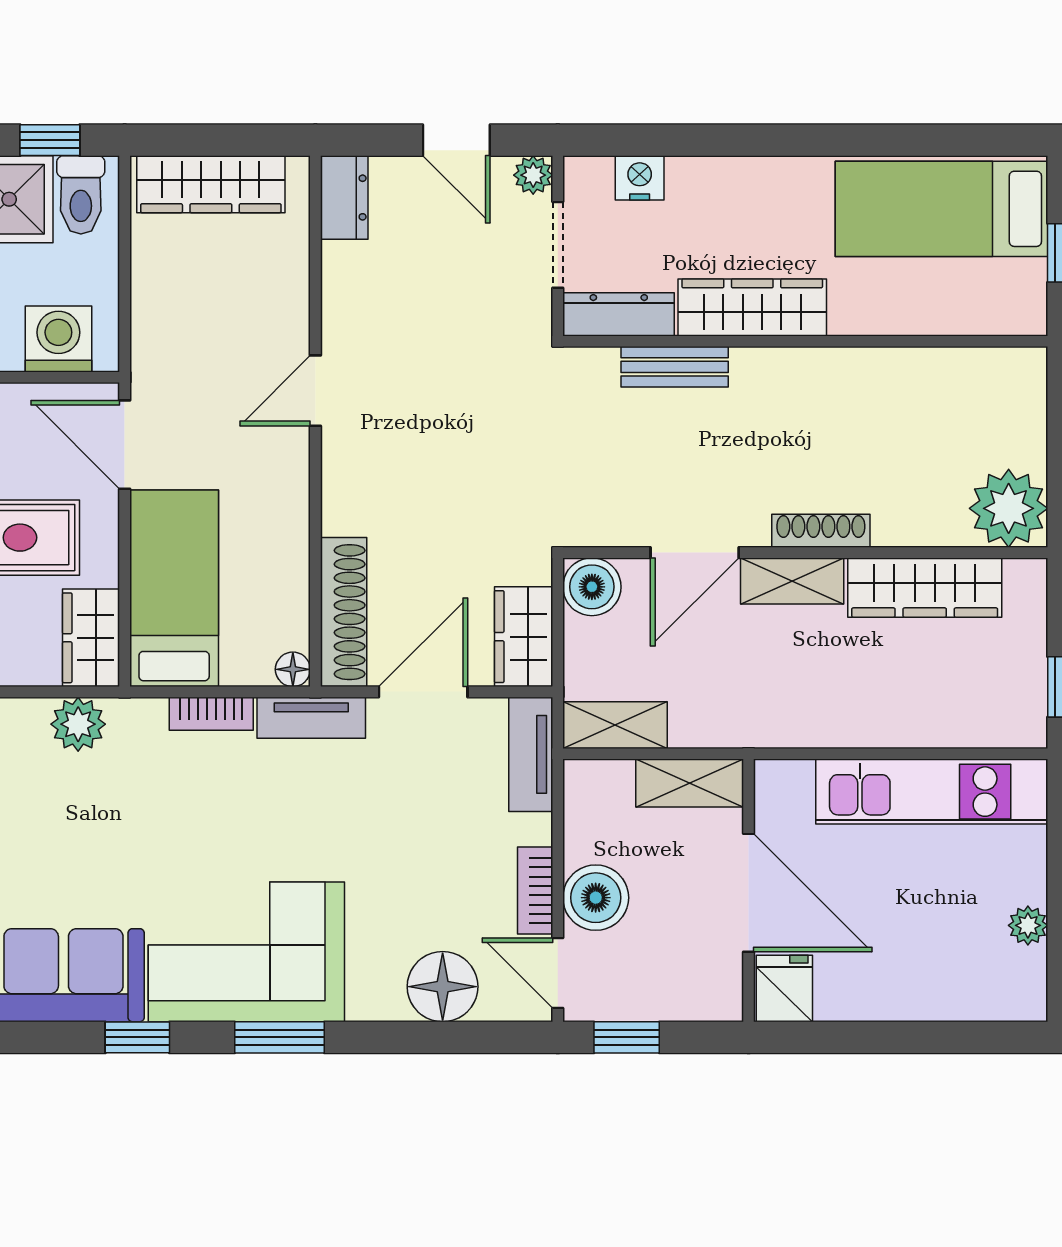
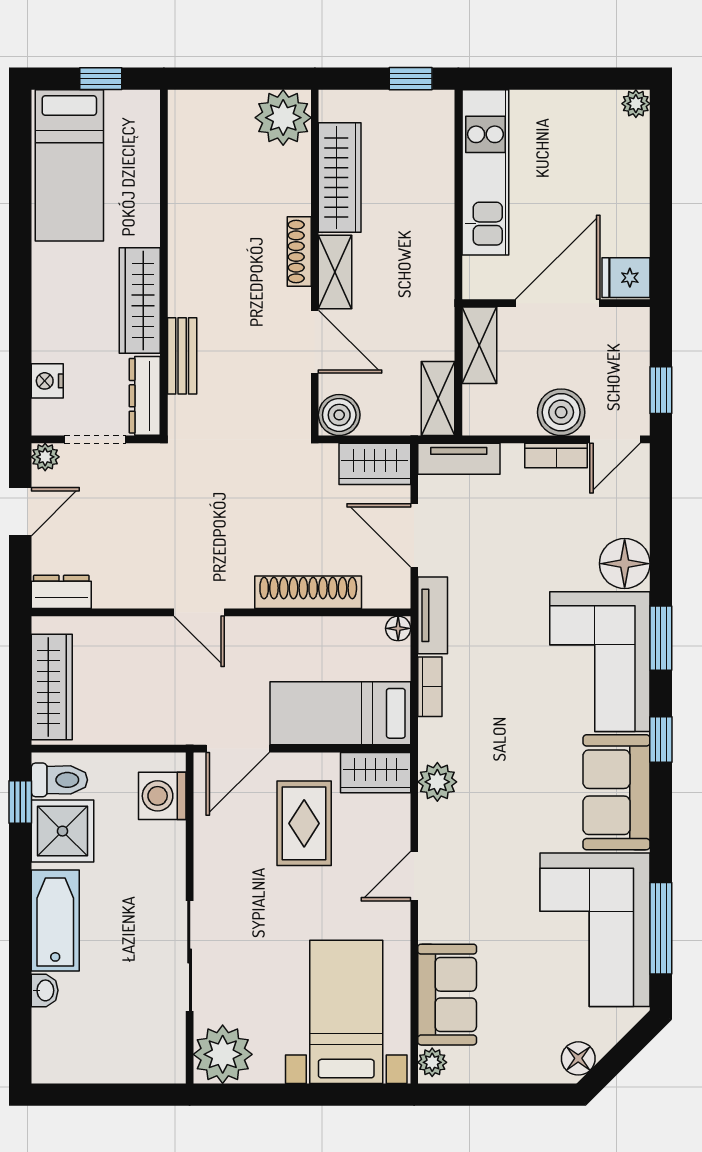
shoe rack: (344, 612) -> (308, 592), moved
plant: (1028, 925) -> (636, 104), moved
floor lamp: (443, 987) -> (625, 564), moved

